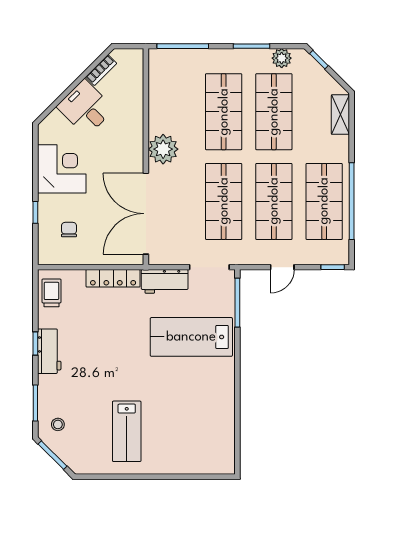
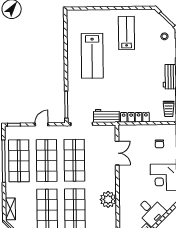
plant: (163, 149) -> (108, 199), moved
double door: (146, 214) -> (117, 153), width x0.54
lab bench: (191, 337) -> (92, 56), moved, turned 90

